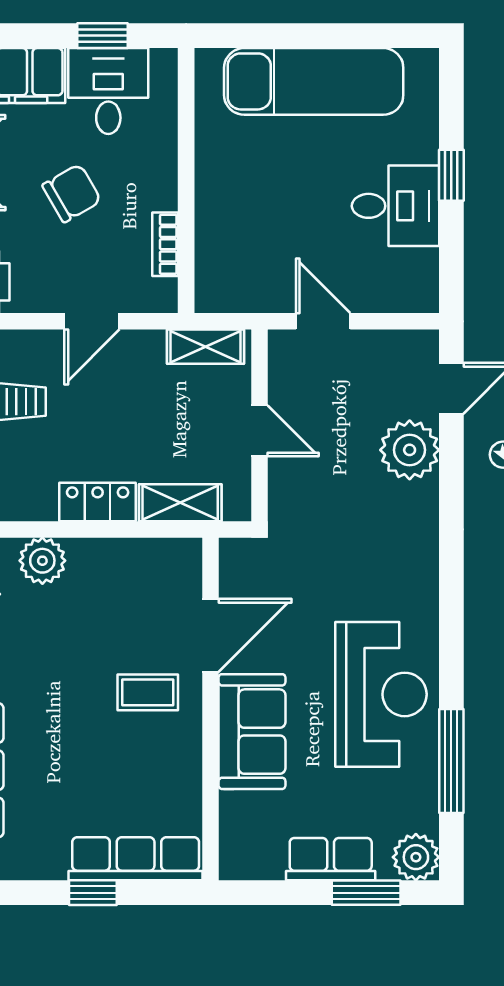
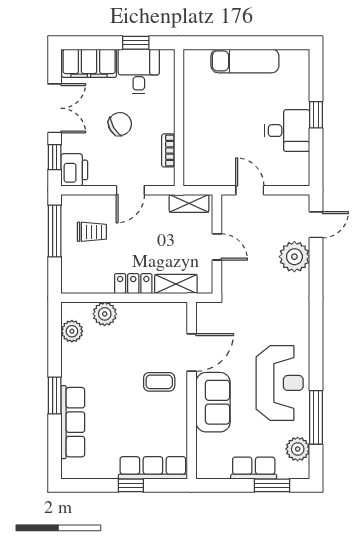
exam couch: (314, 81) -> (245, 61), width x0.73, depth x0.69
plant: (416, 857) -> (298, 449), moved

